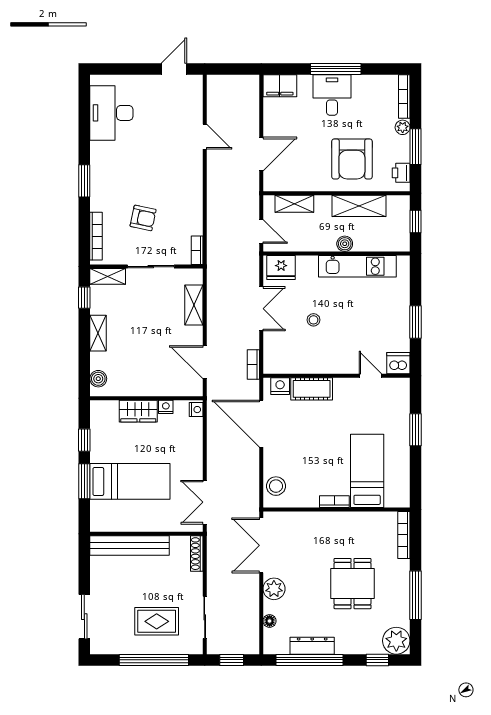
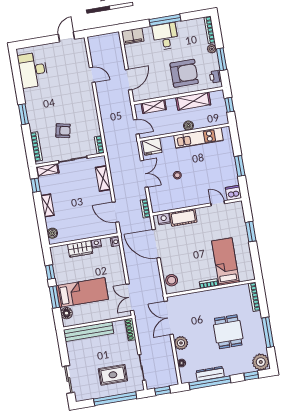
armchair: (352, 159) -> (184, 73), turned -90
floor lamp: (99, 510) -> (66, 313), added

